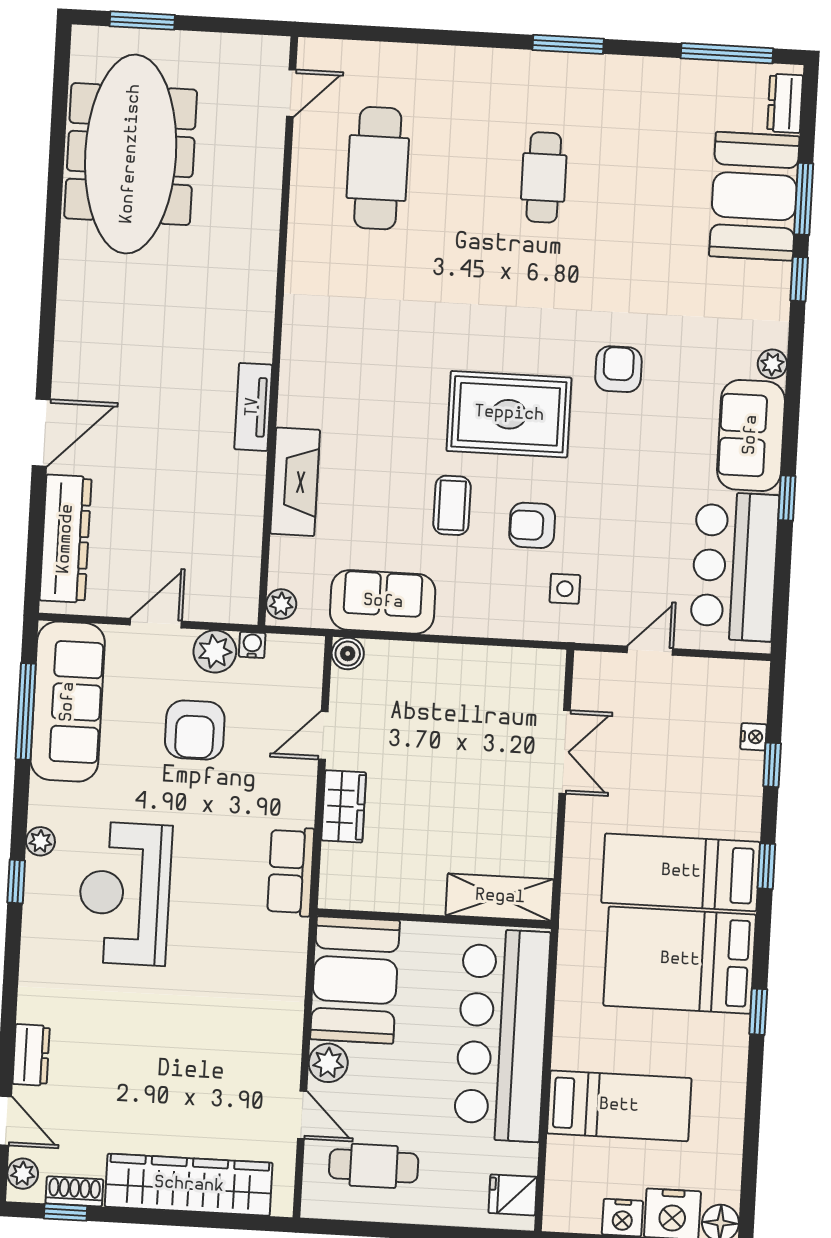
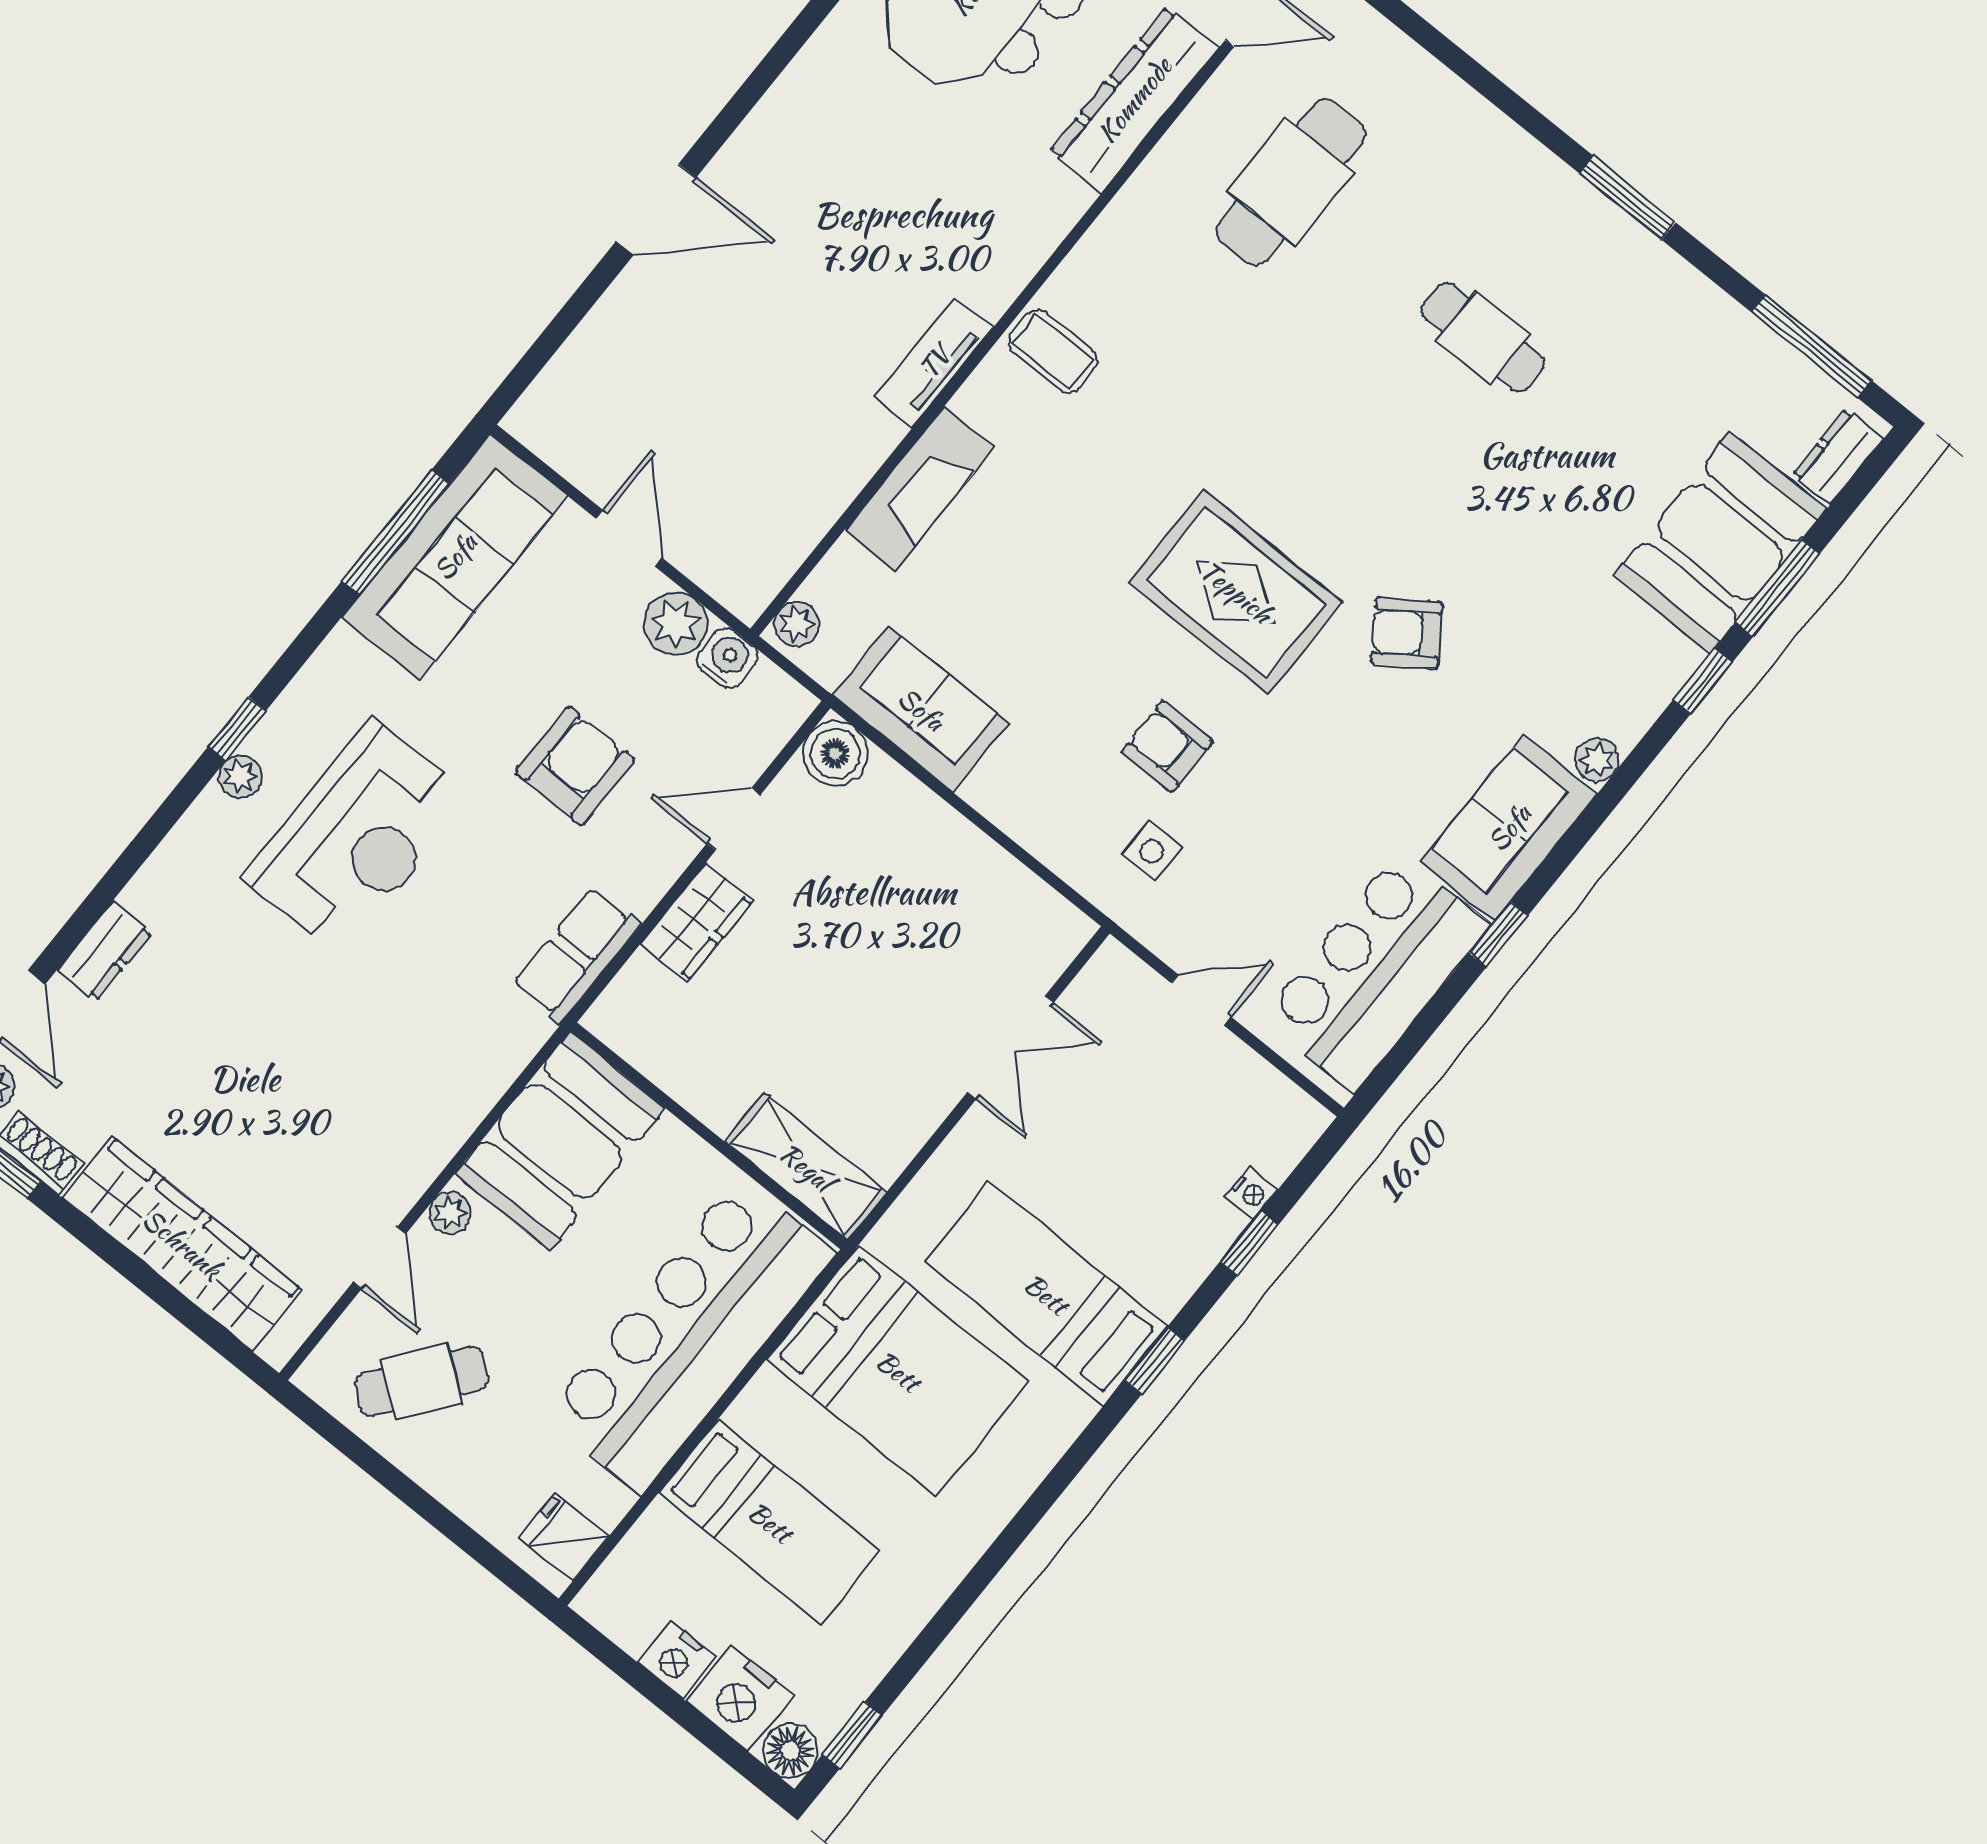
cafe table: (544, 177) -> (1483, 337), turned 90
armchair: (618, 369) -> (1407, 633), turned -124
coffee table: (452, 505) -> (1053, 351), moved, turned 90
dresser: (66, 539) -> (1134, 100), moved, turned 180
door: (156, 623) -> (629, 538), hinge flipped
water cooler: (252, 645) -> (727, 658), width x1.38, depth x1.38
boiler: (348, 654) -> (835, 753), width x1.36, depth x1.36
armchair: (195, 730) -> (575, 766), moved, turned 180
plant: (40, 841) -> (240, 777), moved
reception desk: (125, 893) -> (357, 837), turned 180
bed: (680, 960) -> (898, 1371), moved, turned 180
window: (758, 1012) -> (852, 1735), moved
plant: (328, 1063) -> (450, 1213), width x0.73, depth x0.73
cafe table: (374, 1166) -> (421, 1381), turned -53

